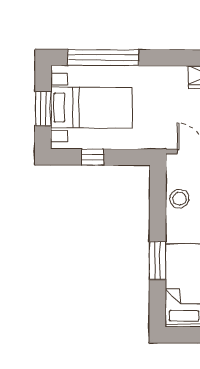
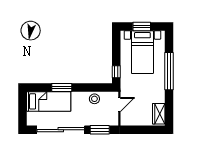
window: (103, 58) -> (169, 71), moved
window: (93, 157) -> (116, 72), moved

